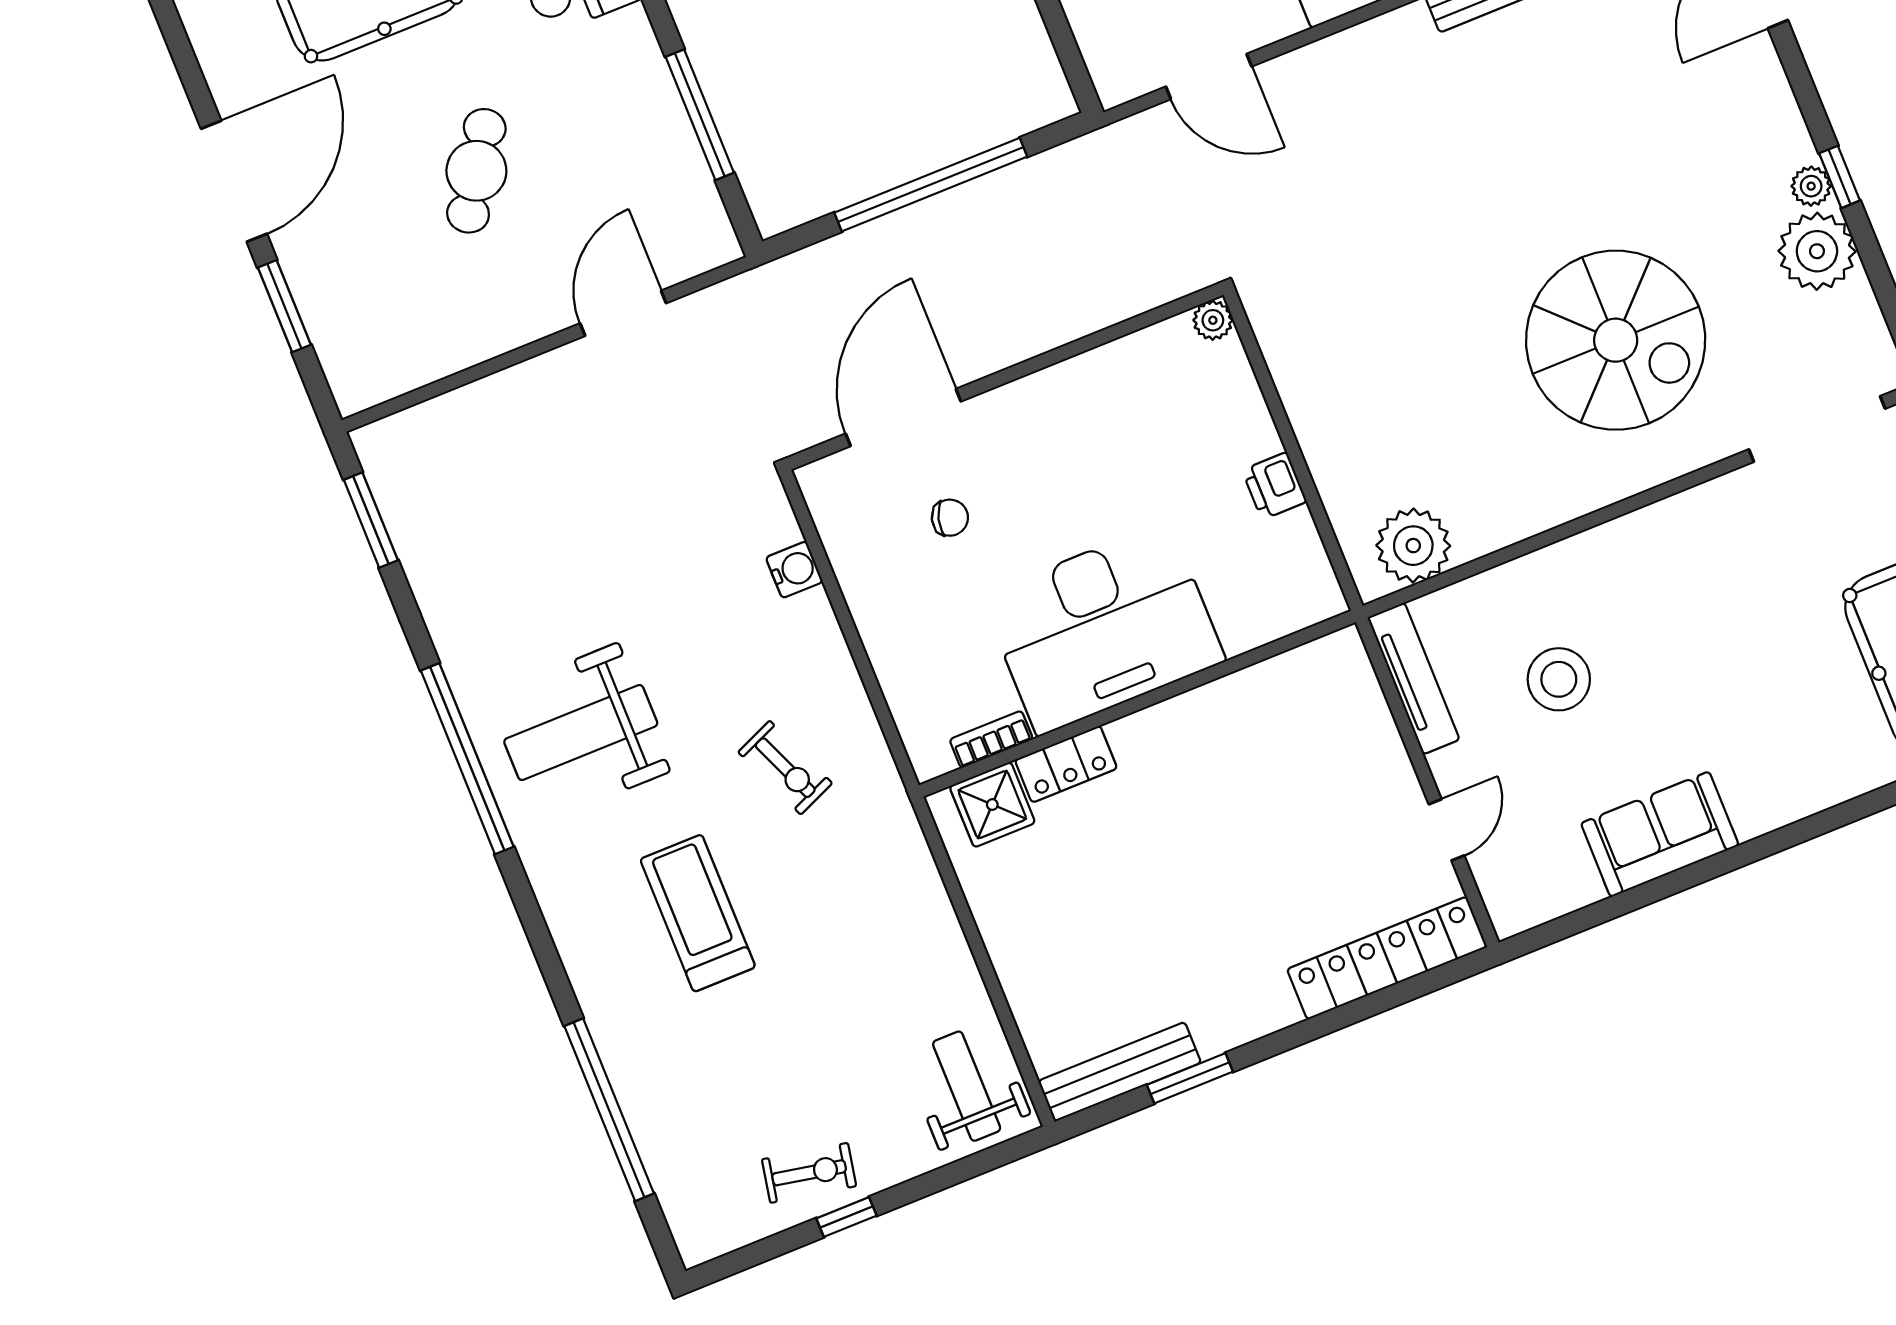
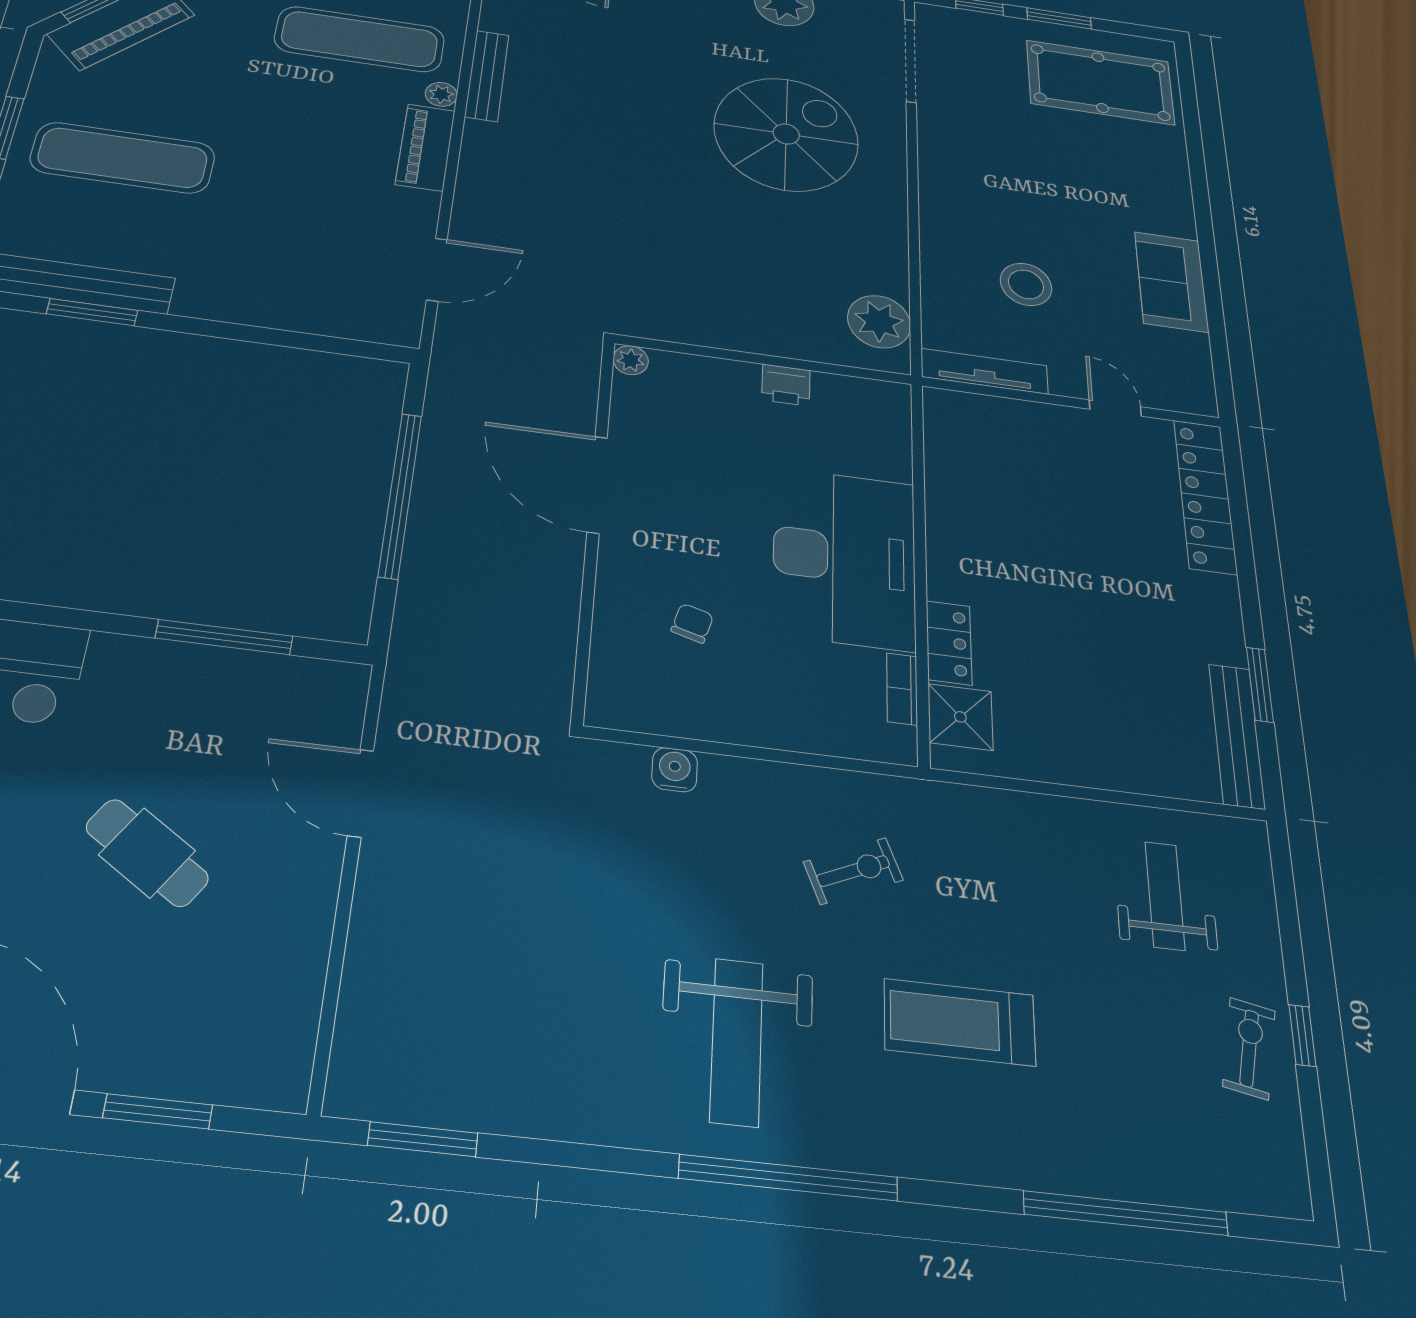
door: (903, 418) -> (597, 485), moved
window: (467, 759) -> (789, 1178), moved
weight bench: (967, 1086) -> (1165, 896), moved, turned 90

